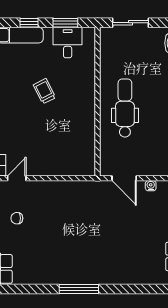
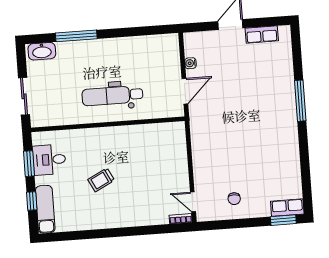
window: (79, 289) -> (300, 101), moved

